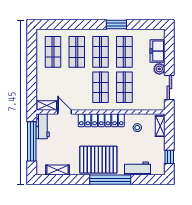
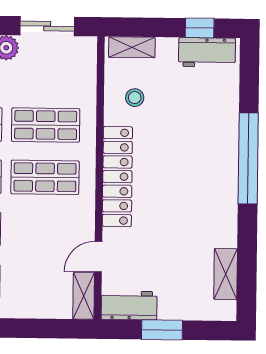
window: (32, 141) -> (162, 330), width x0.47
pallet: (98, 160) -> (204, 184), removed
workbench: (138, 169) -> (207, 52), moved, turned -90

